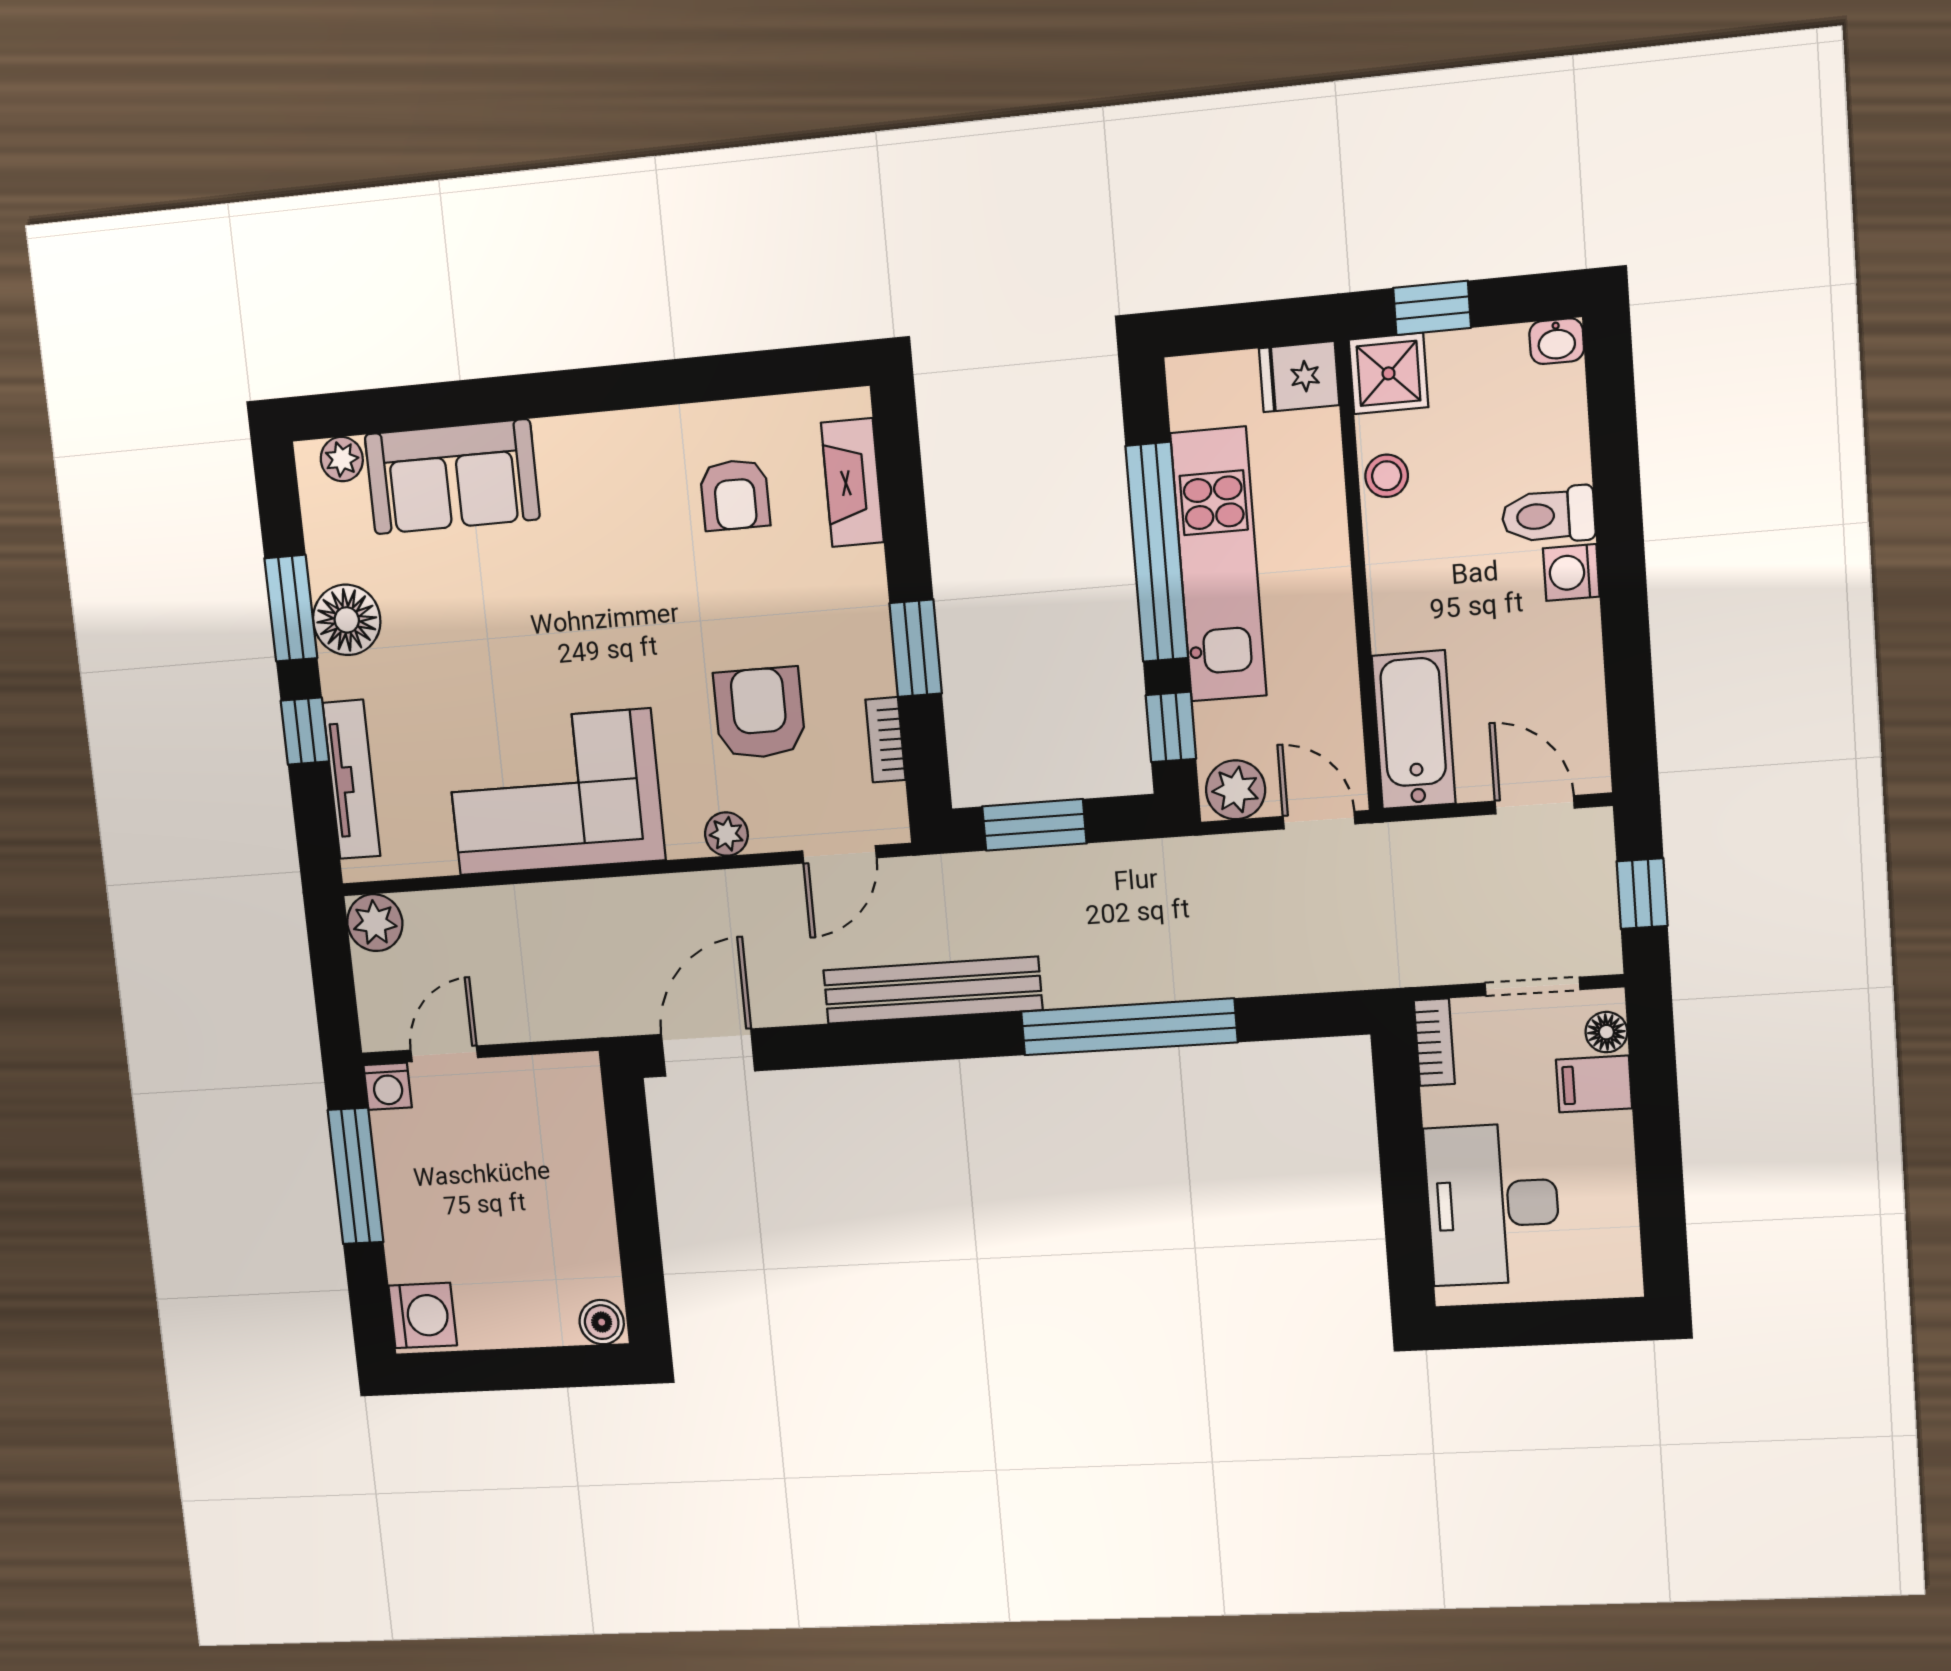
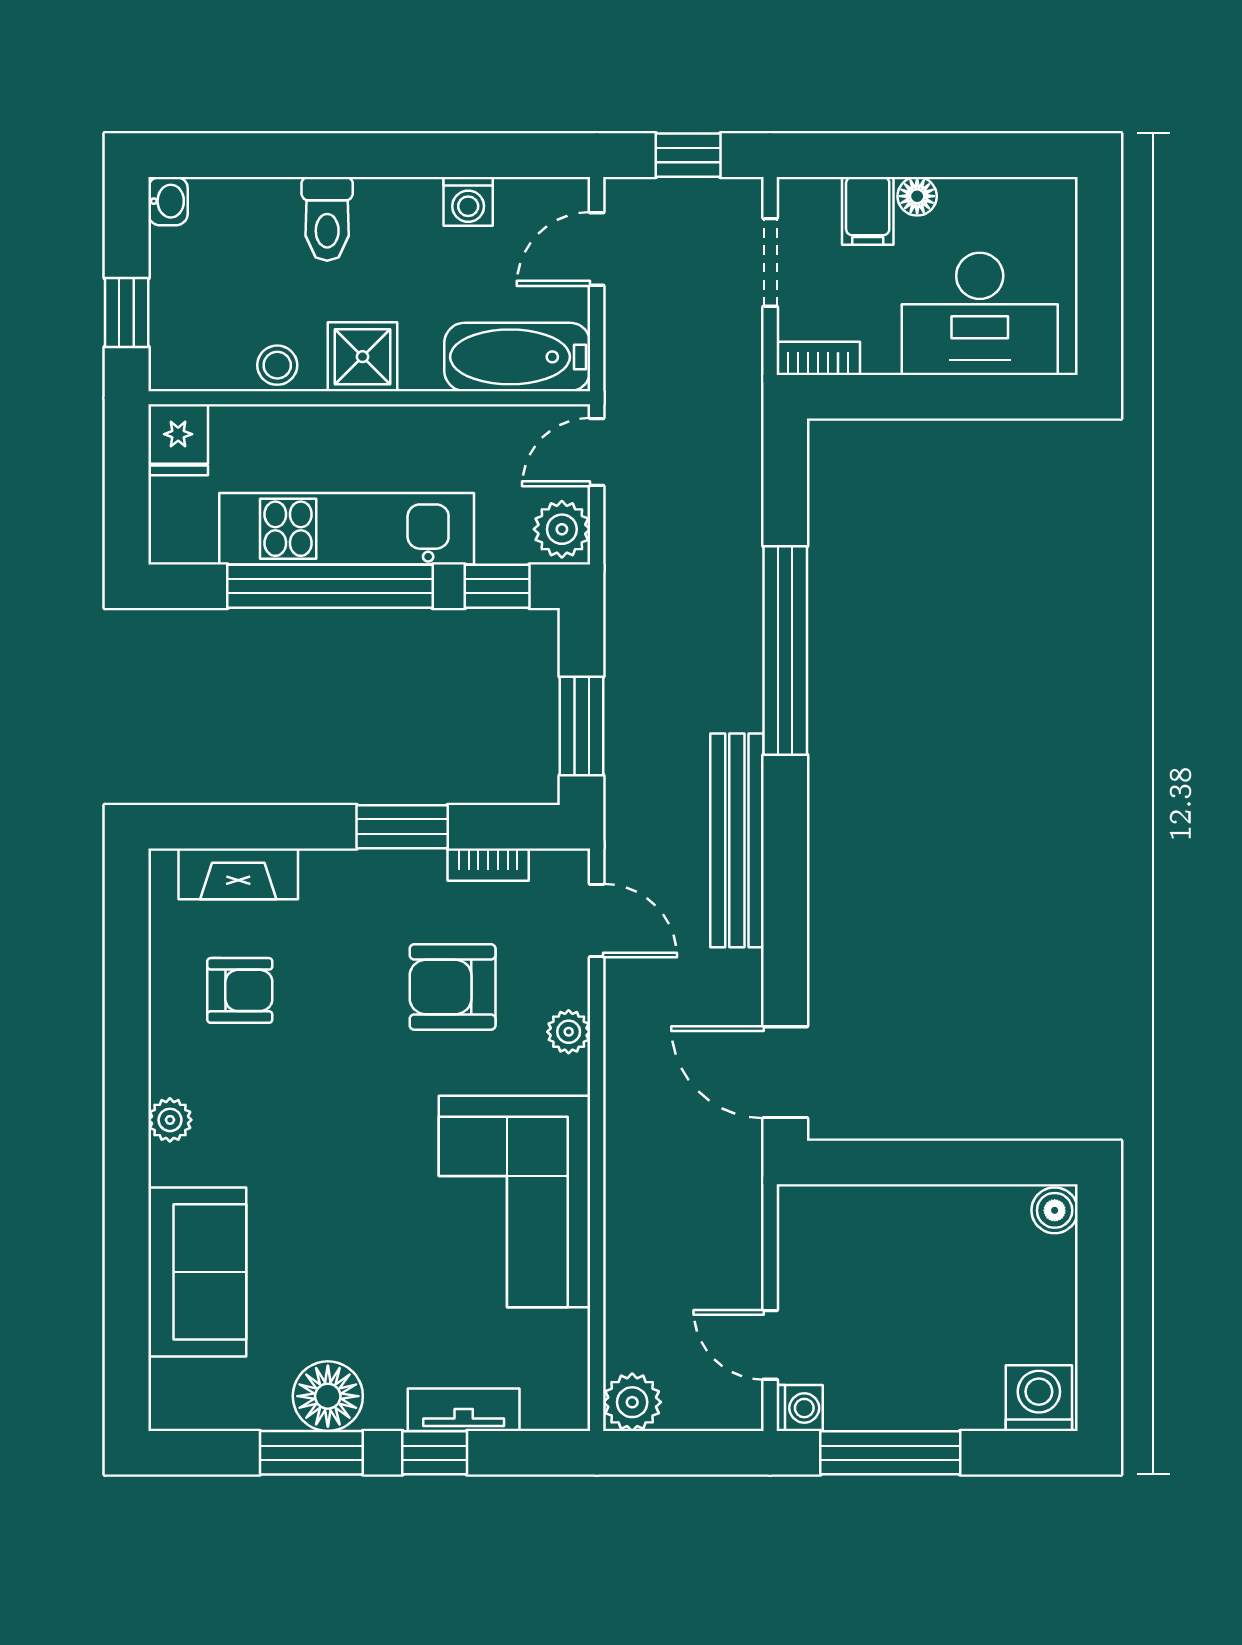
shower: (1389, 373) -> (362, 357), moved
plant: (342, 459) -> (170, 1120), moved
washing machine: (1571, 572) -> (468, 201), moved
tv unit: (351, 779) -> (464, 1410), width x0.71
floor lamp: (1606, 1032) -> (917, 196), moved

